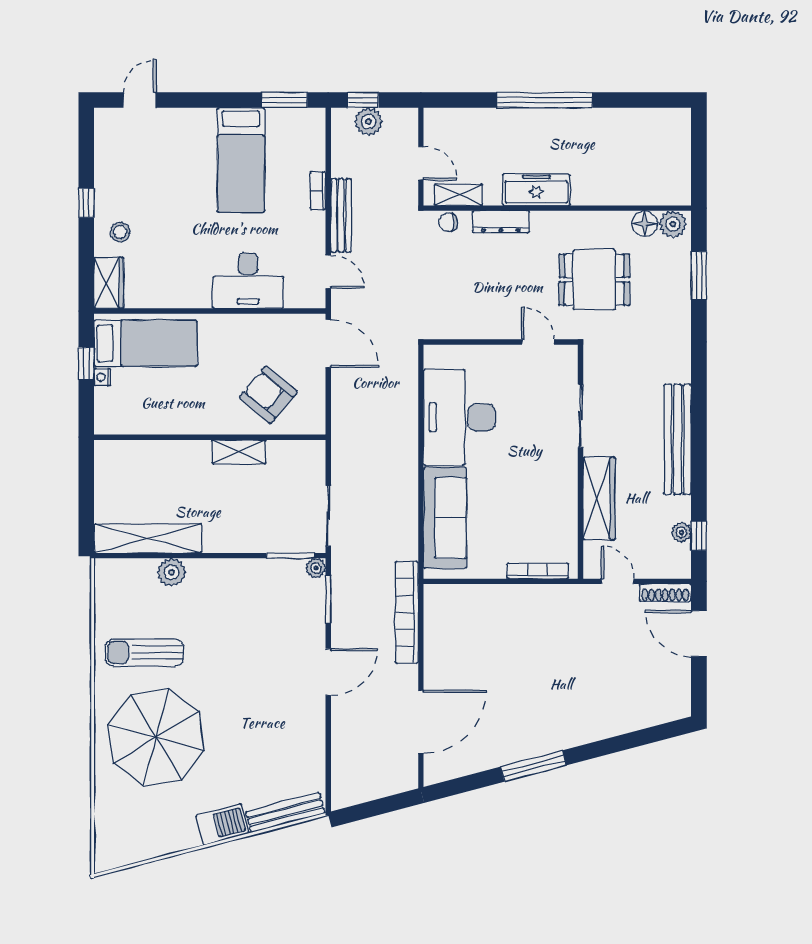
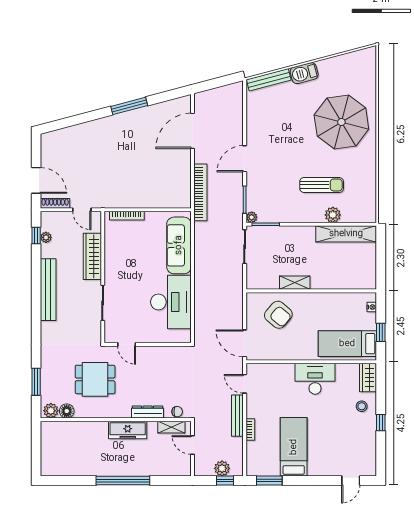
desk: (248, 281) -> (315, 379), moved
nightstand: (102, 377) -> (372, 307), moved
sun lounger: (144, 653) -> (322, 185), moved

